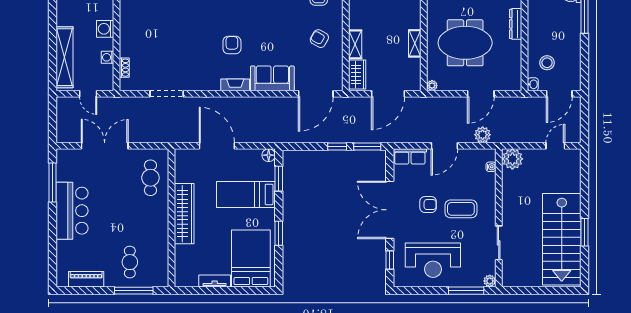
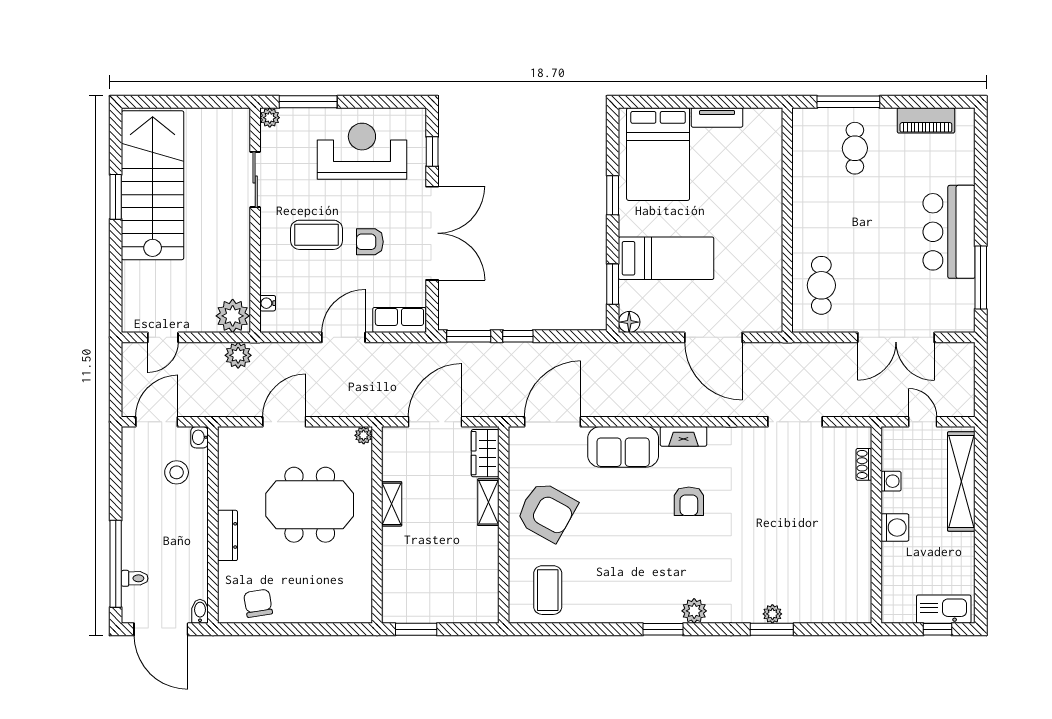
armchair: (319, 39) -> (547, 512), width x1.88, depth x1.88
plant: (483, 135) -> (238, 355), moved
wardrobe: (184, 214) -> (767, 227), removed

